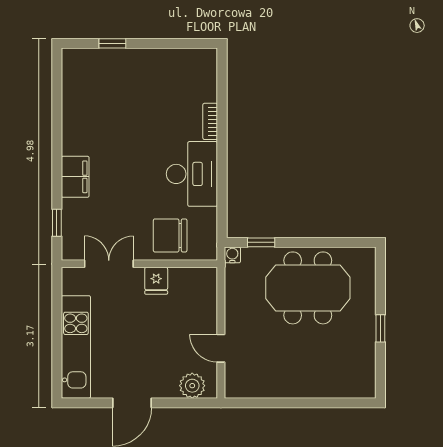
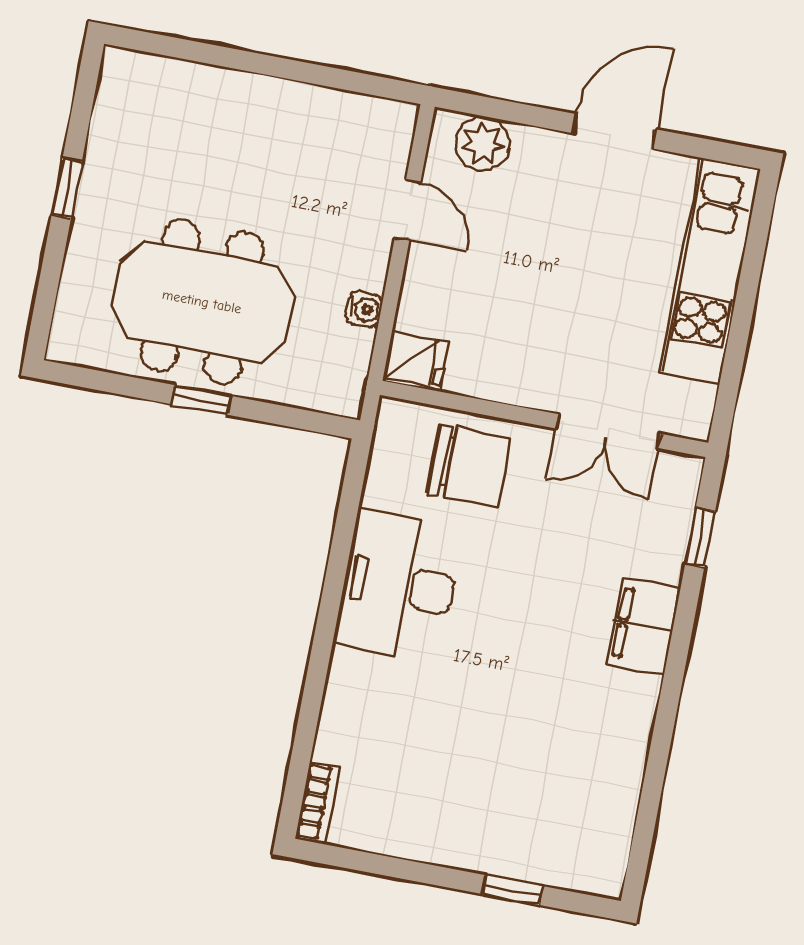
bookcase: (210, 121) -> (318, 802), moved
window: (261, 242) -> (201, 400), moved
water cooler: (232, 255) -> (364, 309), moved, turned -90
fridge: (156, 281) -> (416, 360), moved, turned 90

